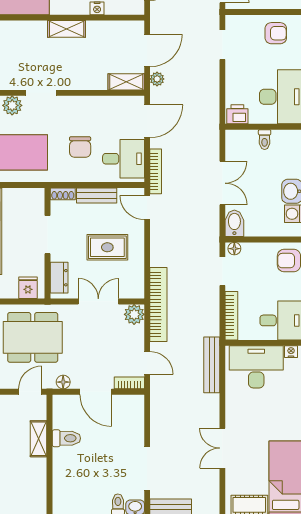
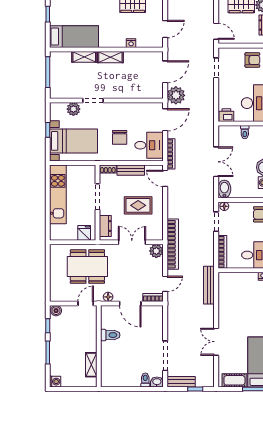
plant: (157, 79) -> (176, 95), width x1.88, depth x1.88
shelving: (126, 82) -> (84, 57), moved
door: (147, 363) -> (165, 284), hinge flipped
desk: (256, 367) -> (239, 287), removed
shelving: (38, 439) -> (91, 365), moved

